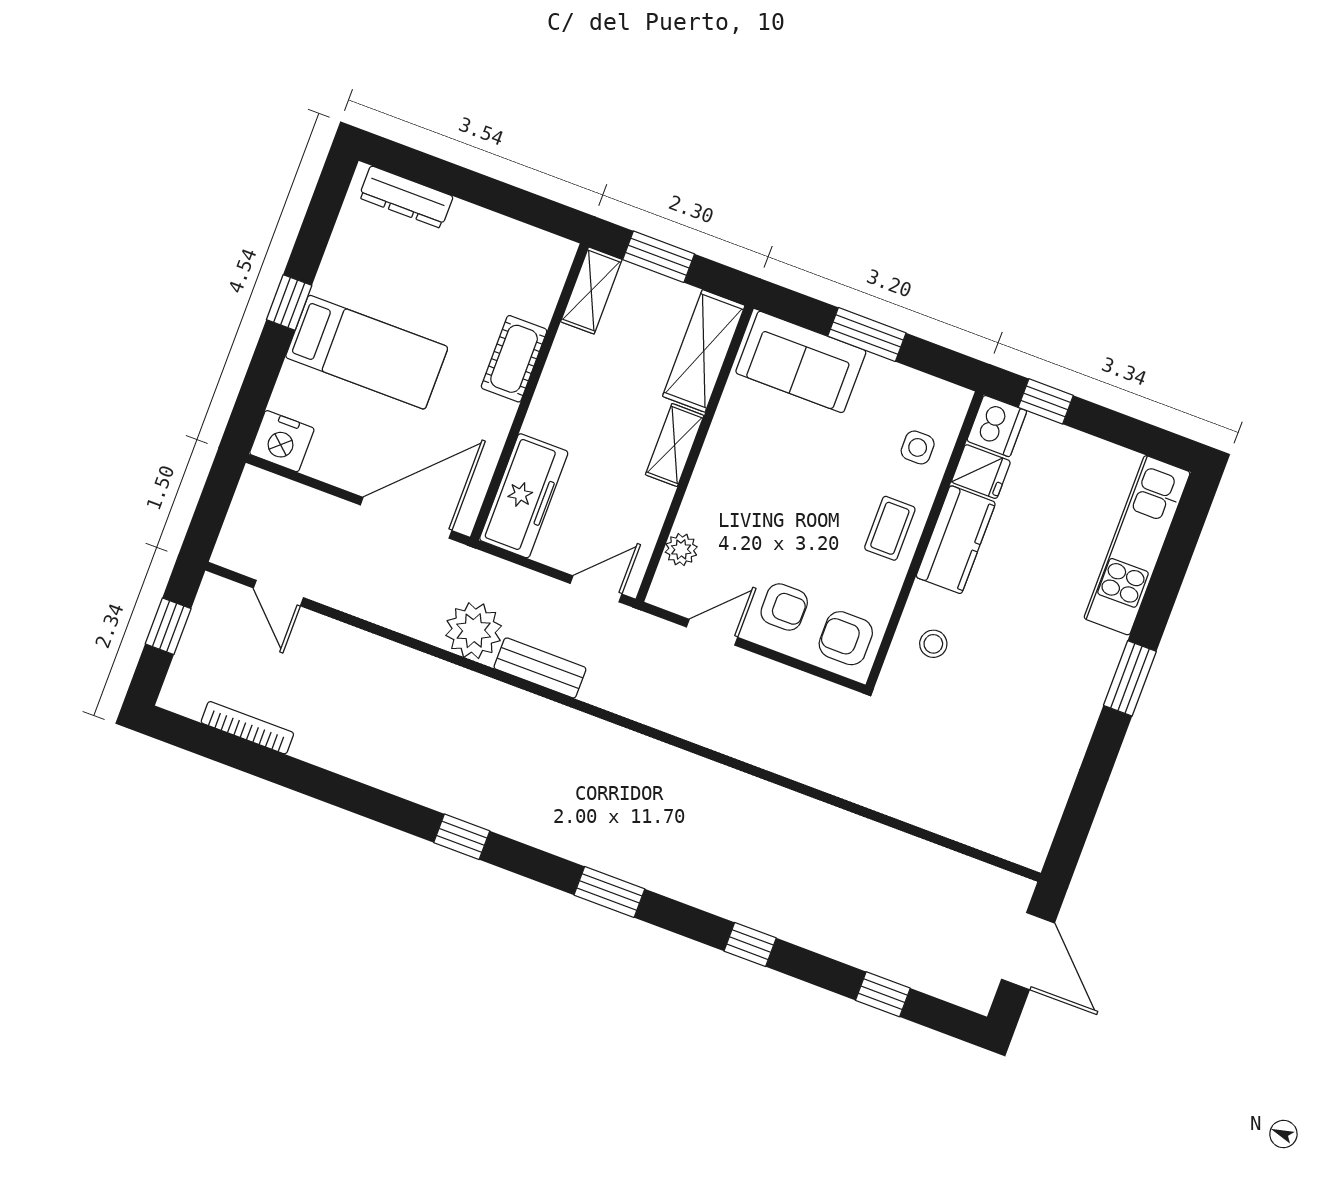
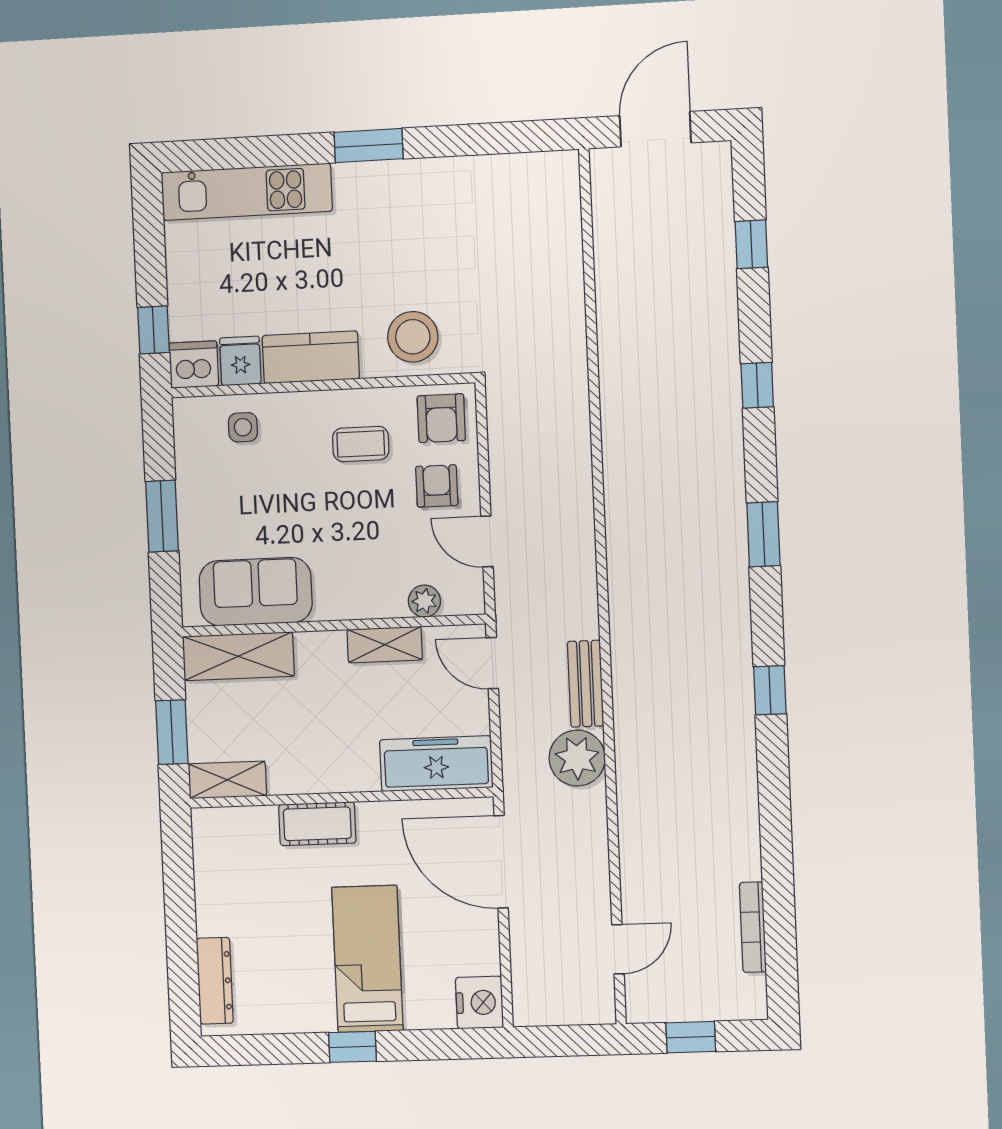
sofa: (801, 362) -> (256, 592), moved, turned -90
shelving: (675, 445) -> (385, 645), moved
coffee table: (890, 528) -> (361, 444), moved
stool: (933, 644) -> (413, 337), width x1.89, depth x1.89

